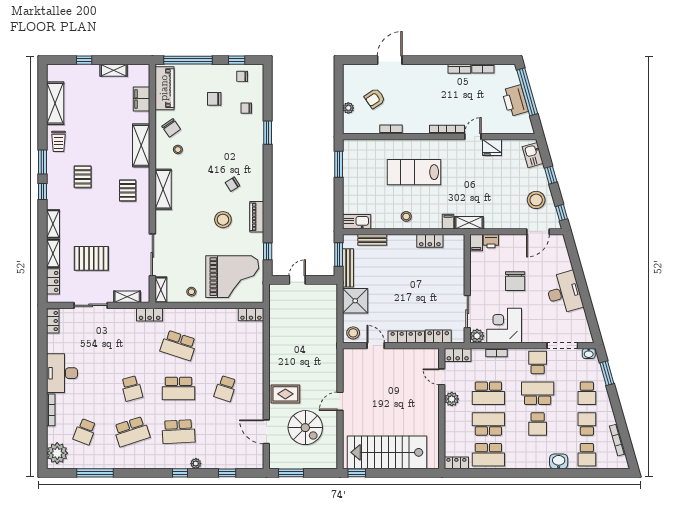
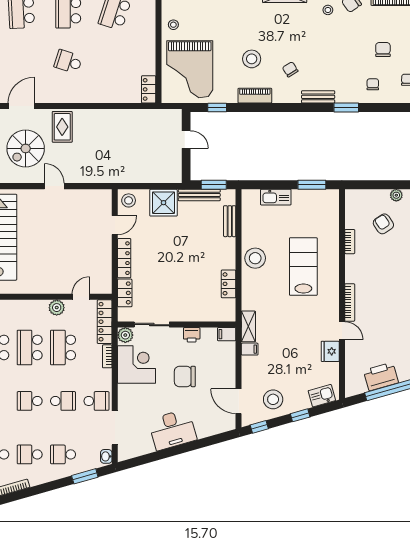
plant: (348, 108) -> (396, 195), moved
bench: (258, 159) -> (318, 97), added
stool: (406, 216) -> (255, 258), width x1.89, depth x1.89
kitchen sink: (357, 222) -> (276, 197), moved, turned 90
filing cabinet: (448, 222) -> (250, 349), moved
printer: (491, 241) -> (192, 335), moved, turned -90
locker: (458, 355) -> (105, 322), width x1.53
school desk: (538, 393) -> (63, 401), width x0.54
school desk: (488, 424) -> (30, 347), turned 180
school desk: (587, 424) -> (30, 454), turned 180

